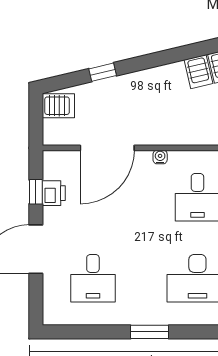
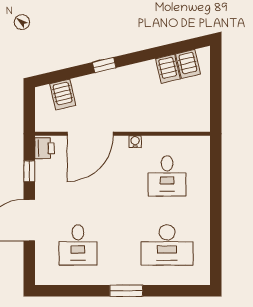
window: (103, 72) -> (104, 65), moved
server rack: (58, 106) -> (63, 95), moved, turned 77
printer: (54, 193) -> (44, 148), moved

